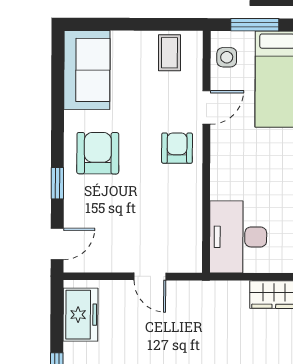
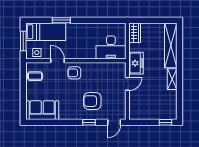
armchair: (98, 153) -> (92, 101), moved
door: (57, 244) -> (114, 122), swing flipped
freezer: (81, 315) -> (136, 63), moved, turned 90

